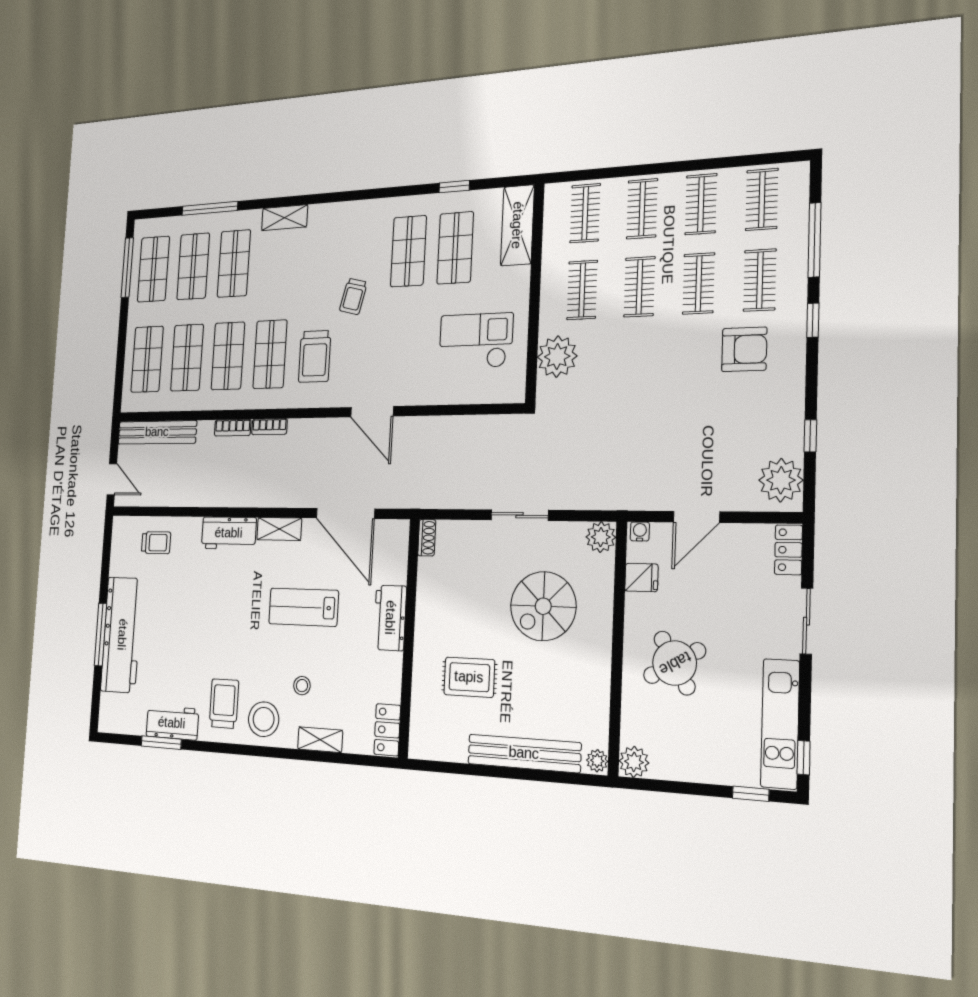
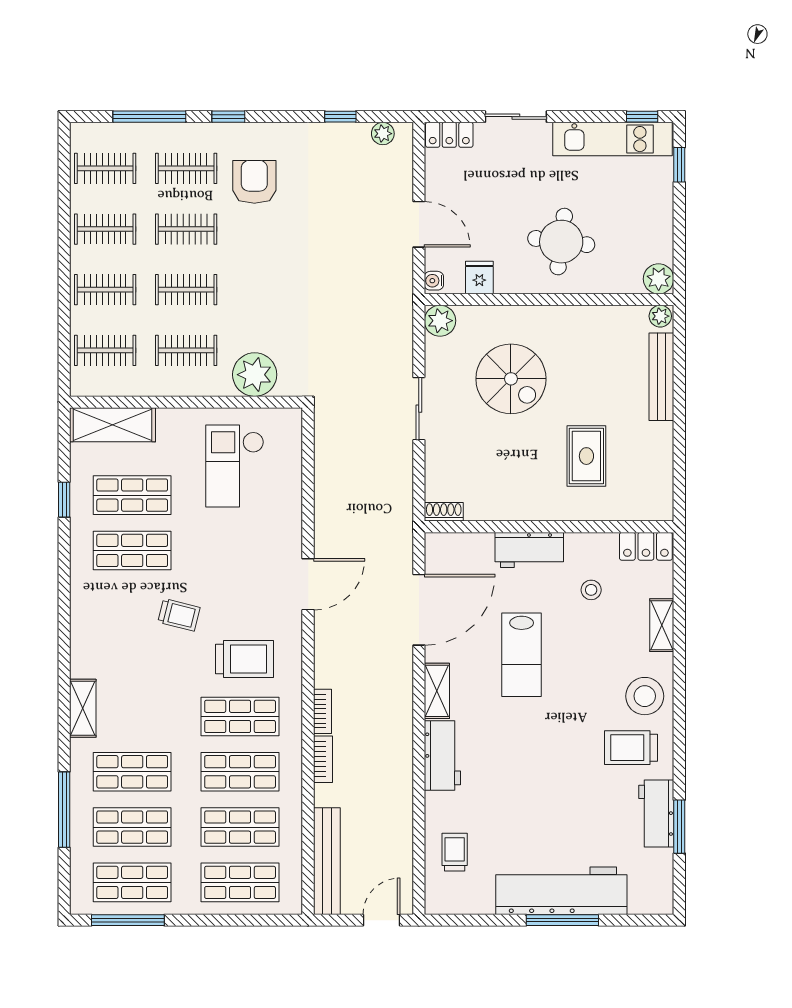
plant: (781, 480) -> (383, 134), width x0.53, depth x0.53
round table: (675, 663) -> (561, 242), turned 37
stool: (302, 686) -> (591, 590), moved
bench: (524, 753) -> (661, 377), width x0.73, depth x0.82

